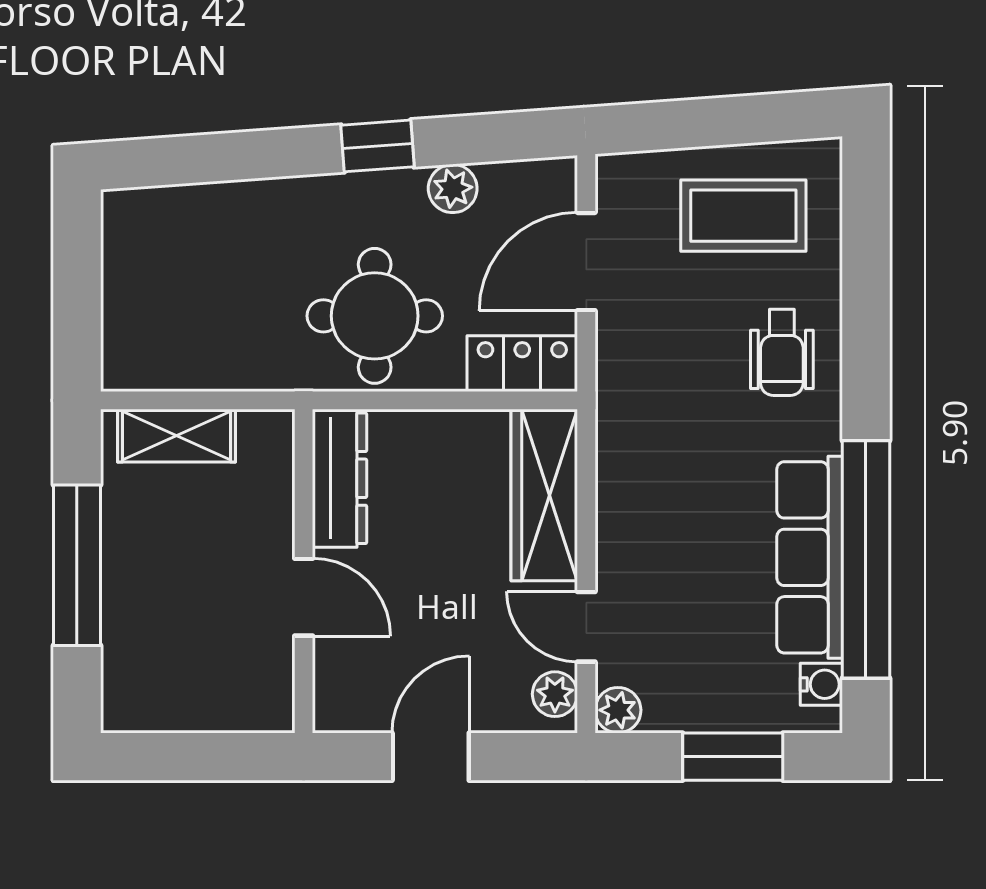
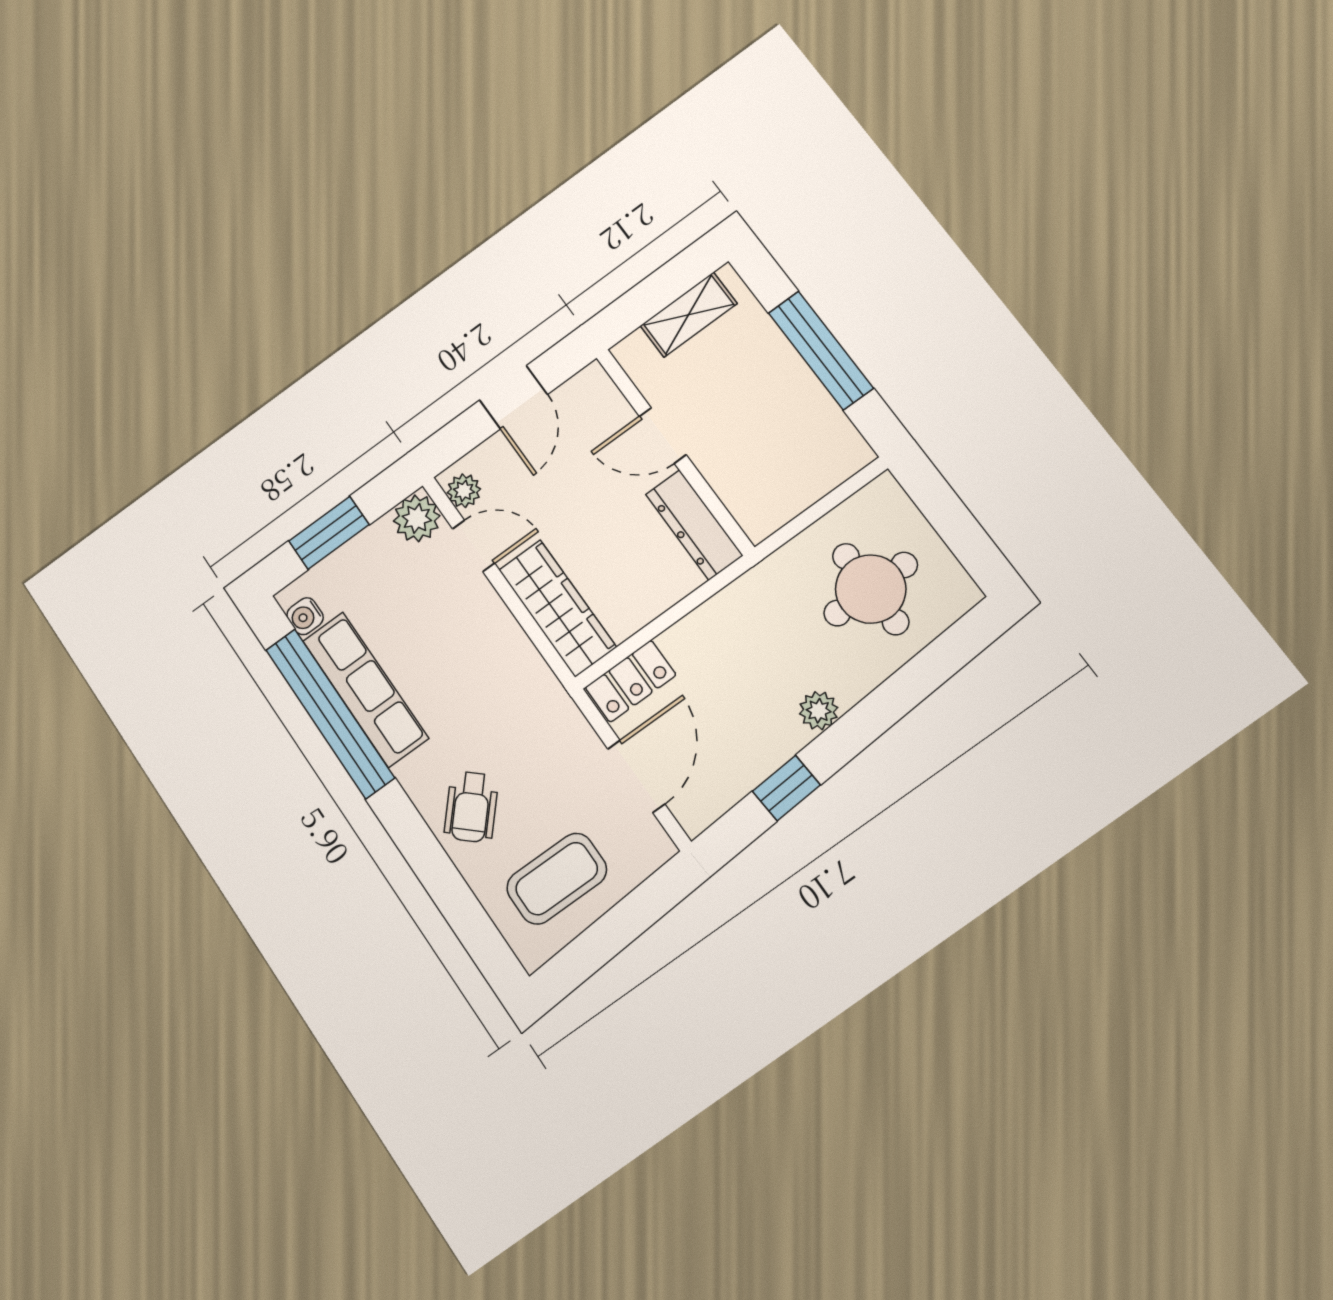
window: (378, 146) -> (786, 788), moved
plant: (453, 189) -> (819, 711), moved
round table: (375, 316) -> (871, 589), moved
wheelchair: (782, 352) -> (471, 807), turned -138
shelving: (176, 436) -> (689, 315), moved
plant: (618, 710) -> (417, 518), width x1.38, depth x1.38

